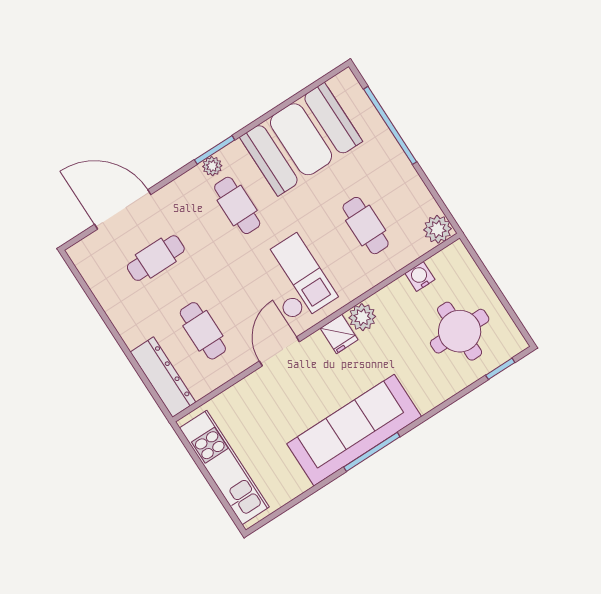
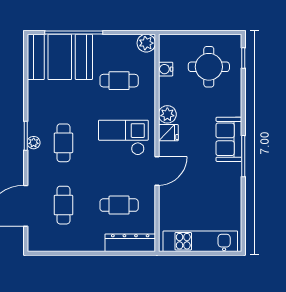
booth: (301, 139) -> (60, 57), moved, turned 90
cafe table: (237, 205) -> (63, 143), turned 90
door: (279, 351) -> (157, 171), swing flipped
sofa: (354, 430) -> (229, 139), width x0.54, depth x0.79

